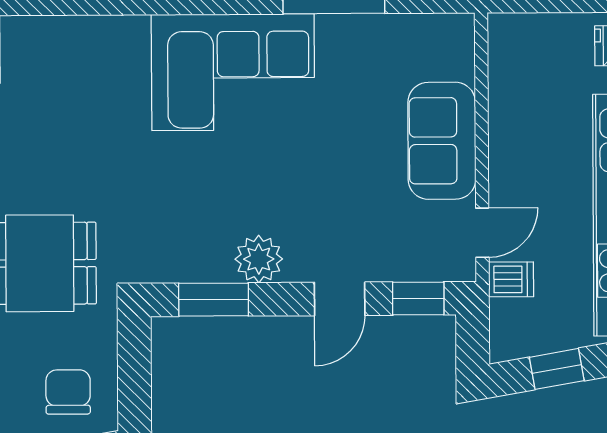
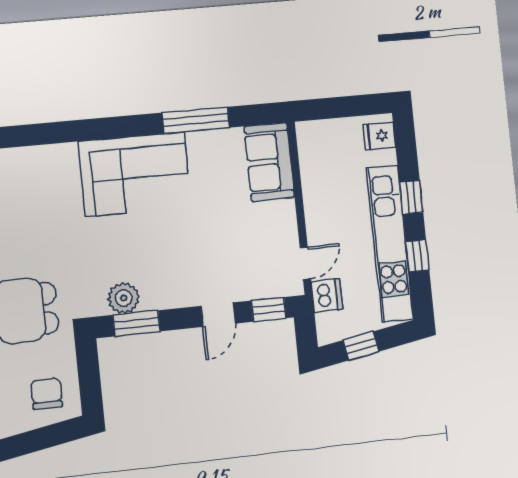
sofa: (442, 141) -> (269, 162), moved
plant: (259, 259) -> (124, 298), moved
dishwasher: (511, 279) -> (327, 296), width x1.38

